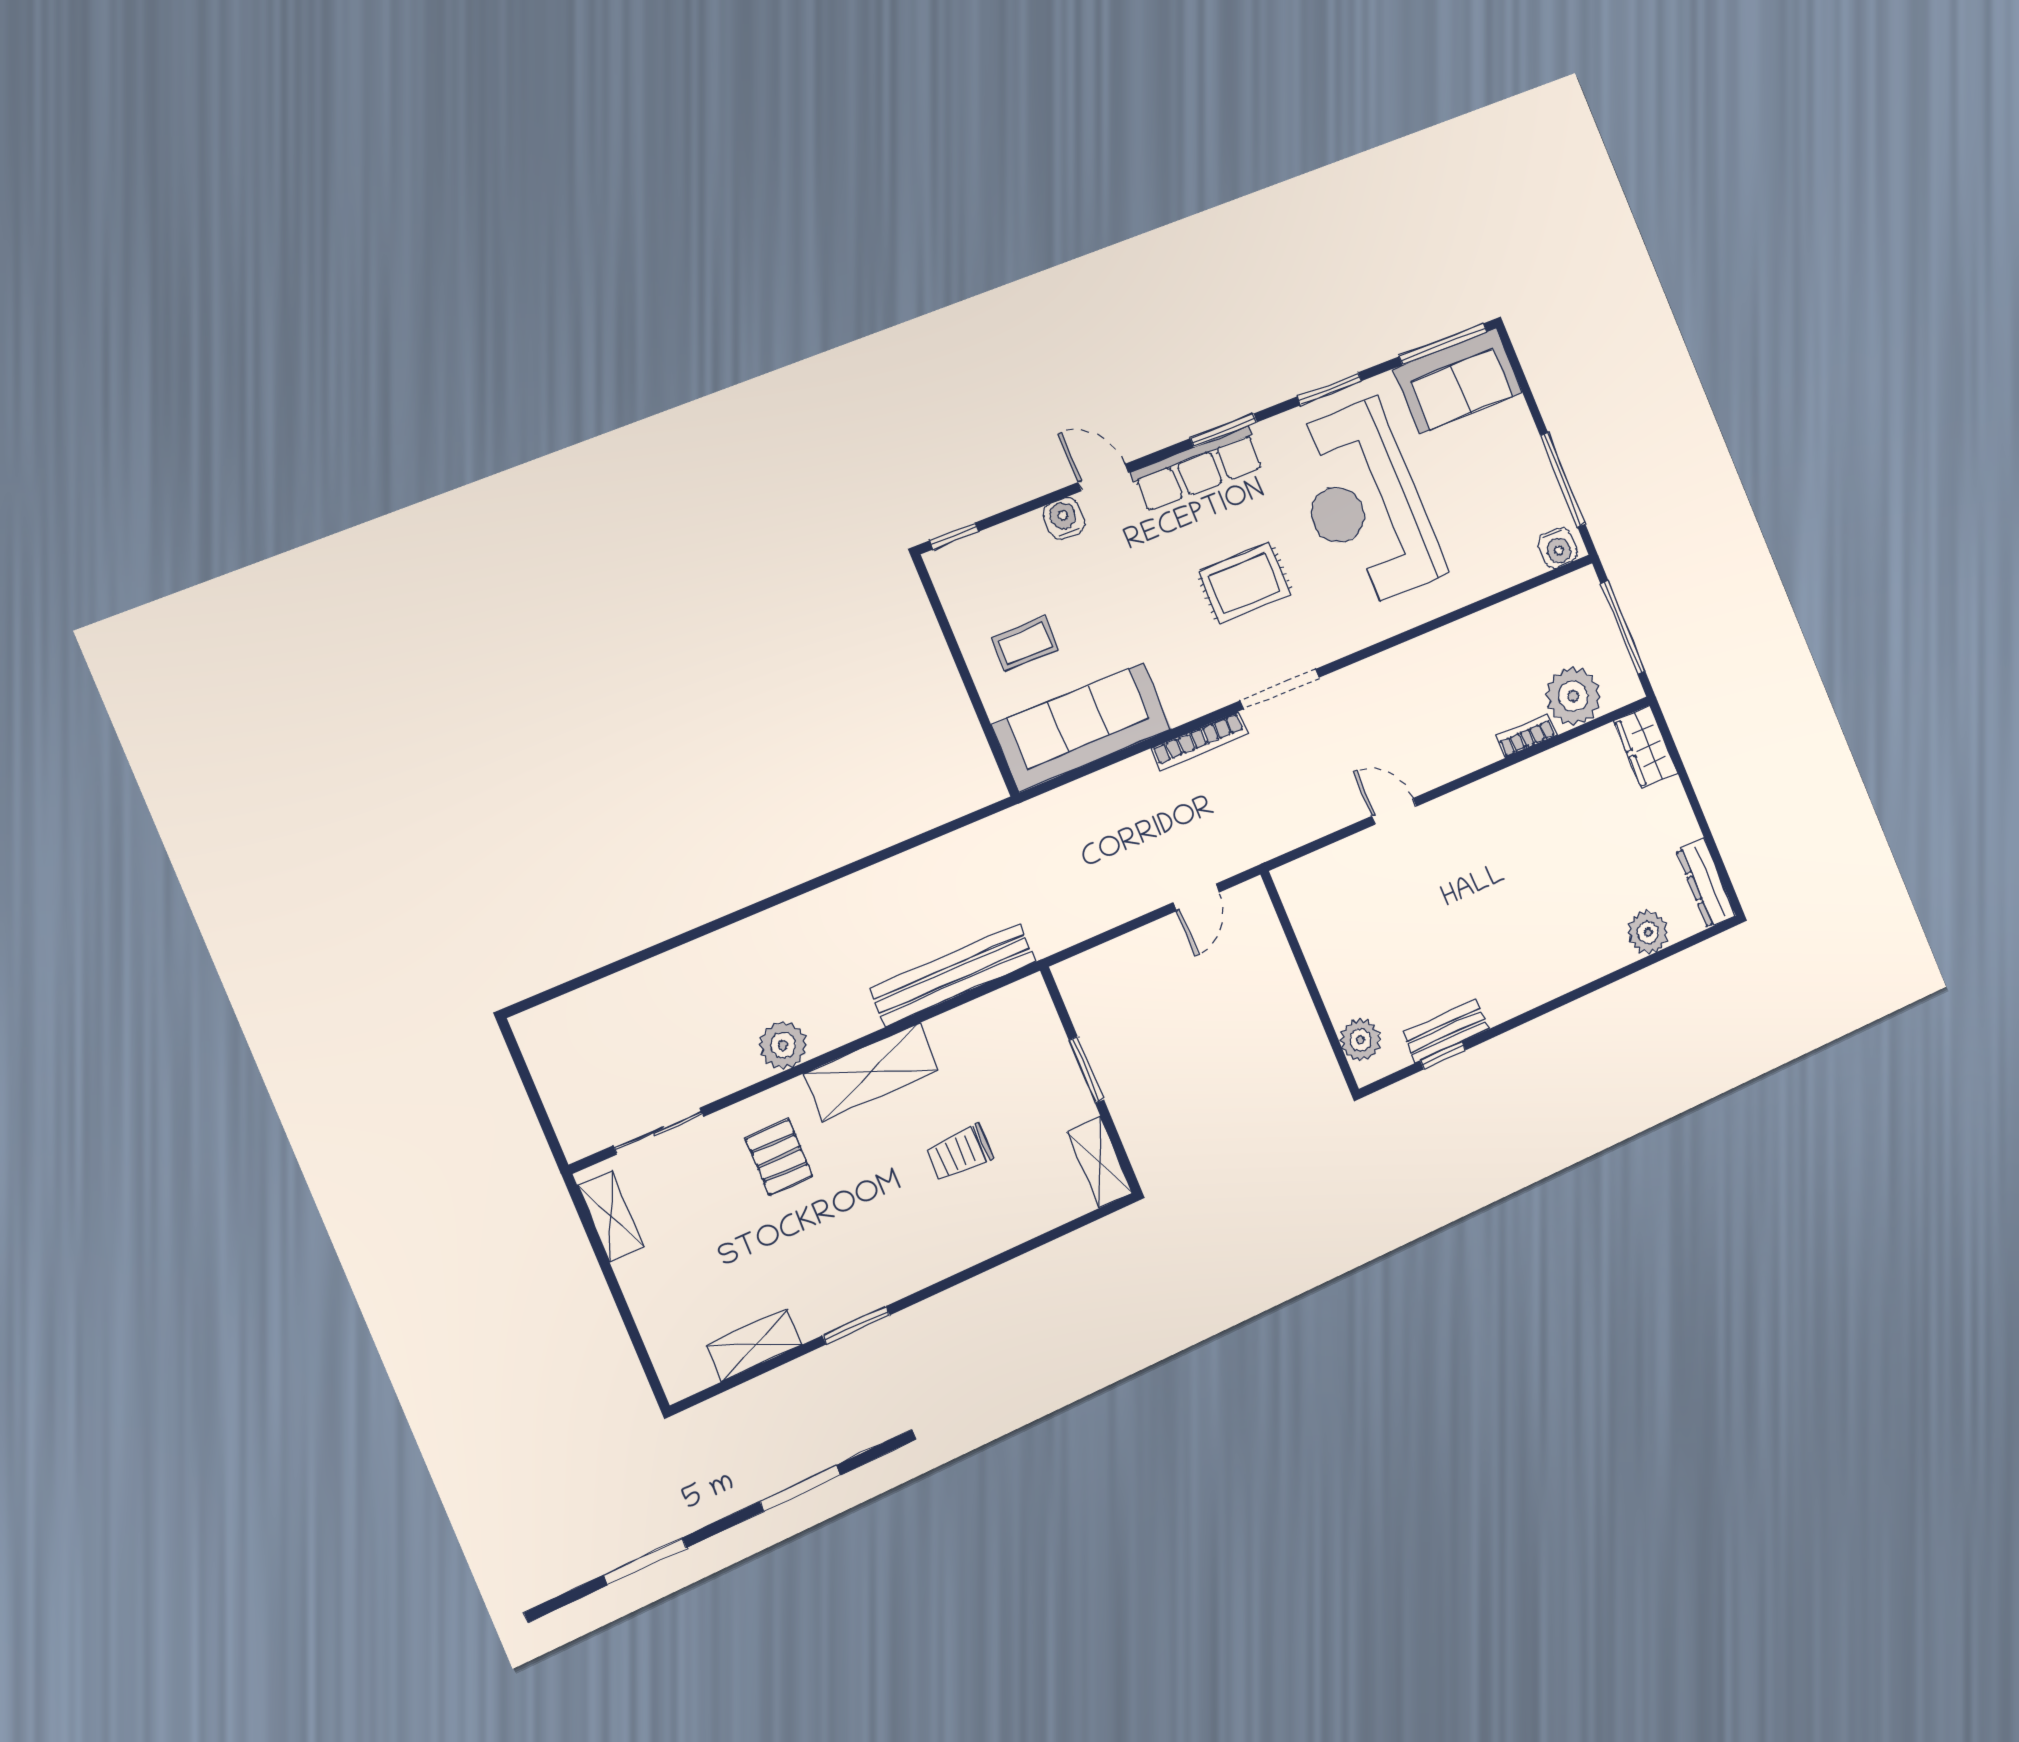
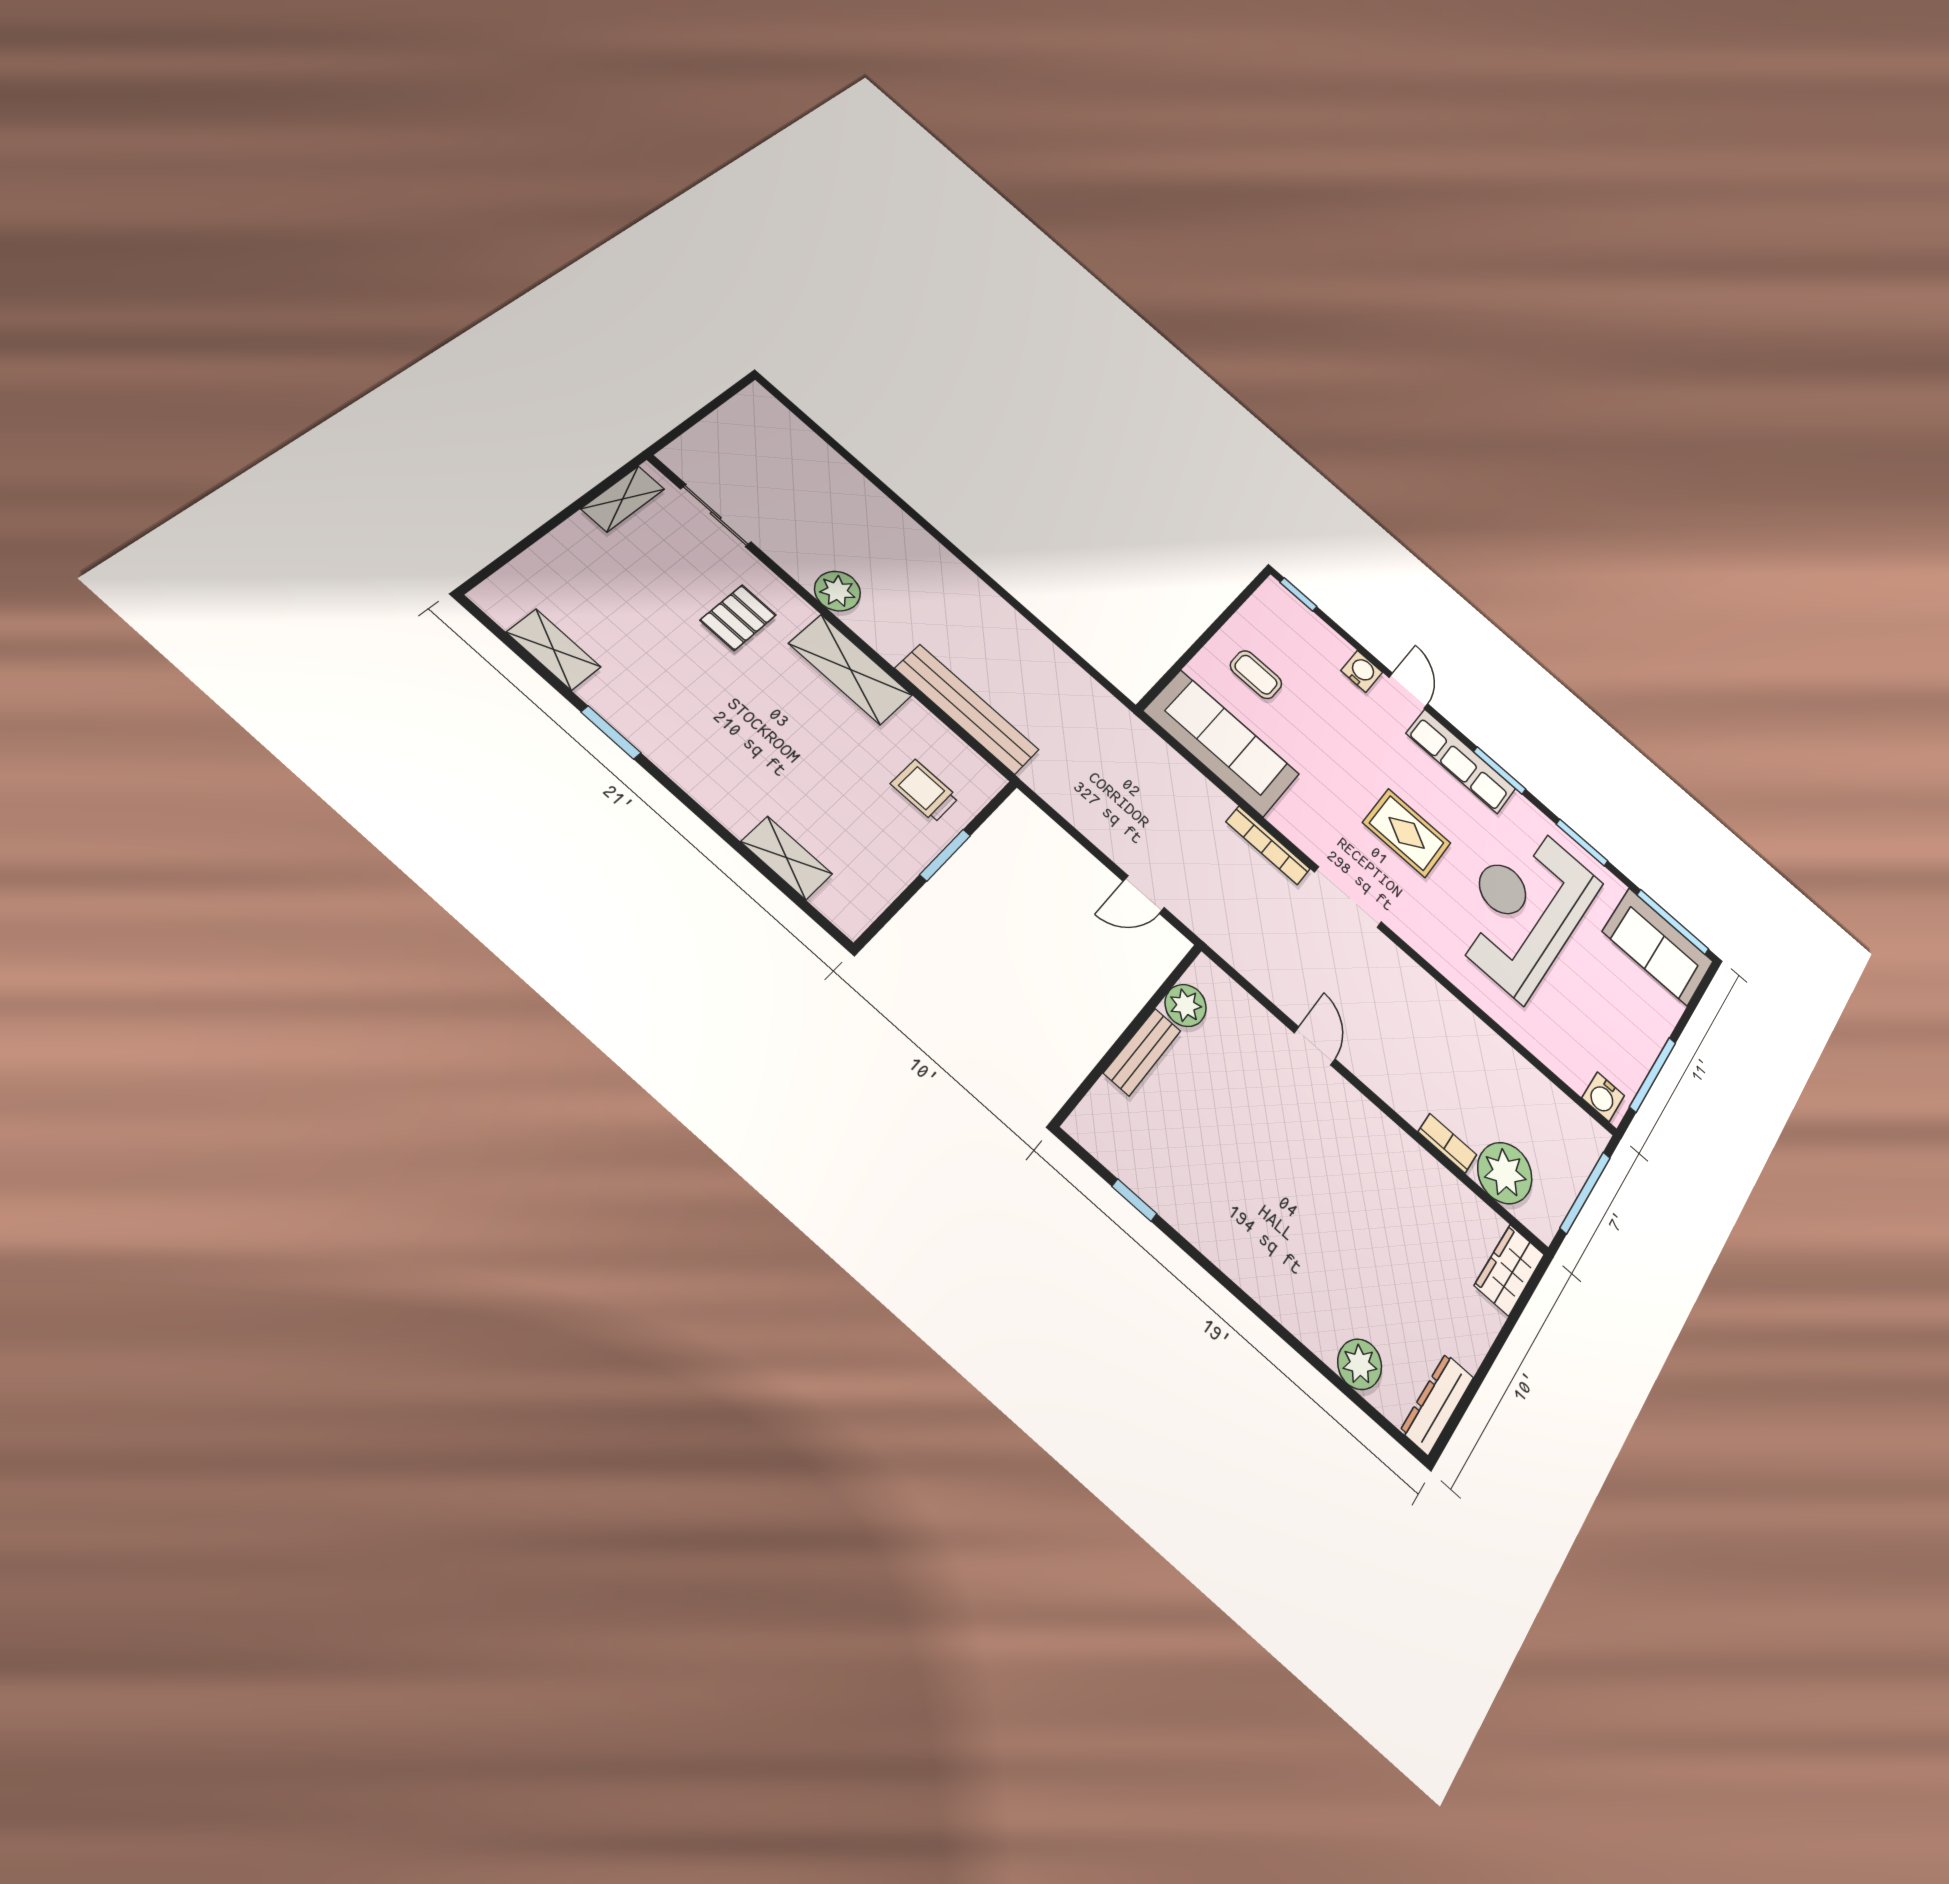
bench: (1446, 1031) -> (1142, 1052), moved, turned 90
plant: (1360, 1040) -> (1186, 1005), moved
trolley: (960, 1152) -> (925, 791), moved
shelving: (1100, 1162) -> (787, 858), moved, turned 90

